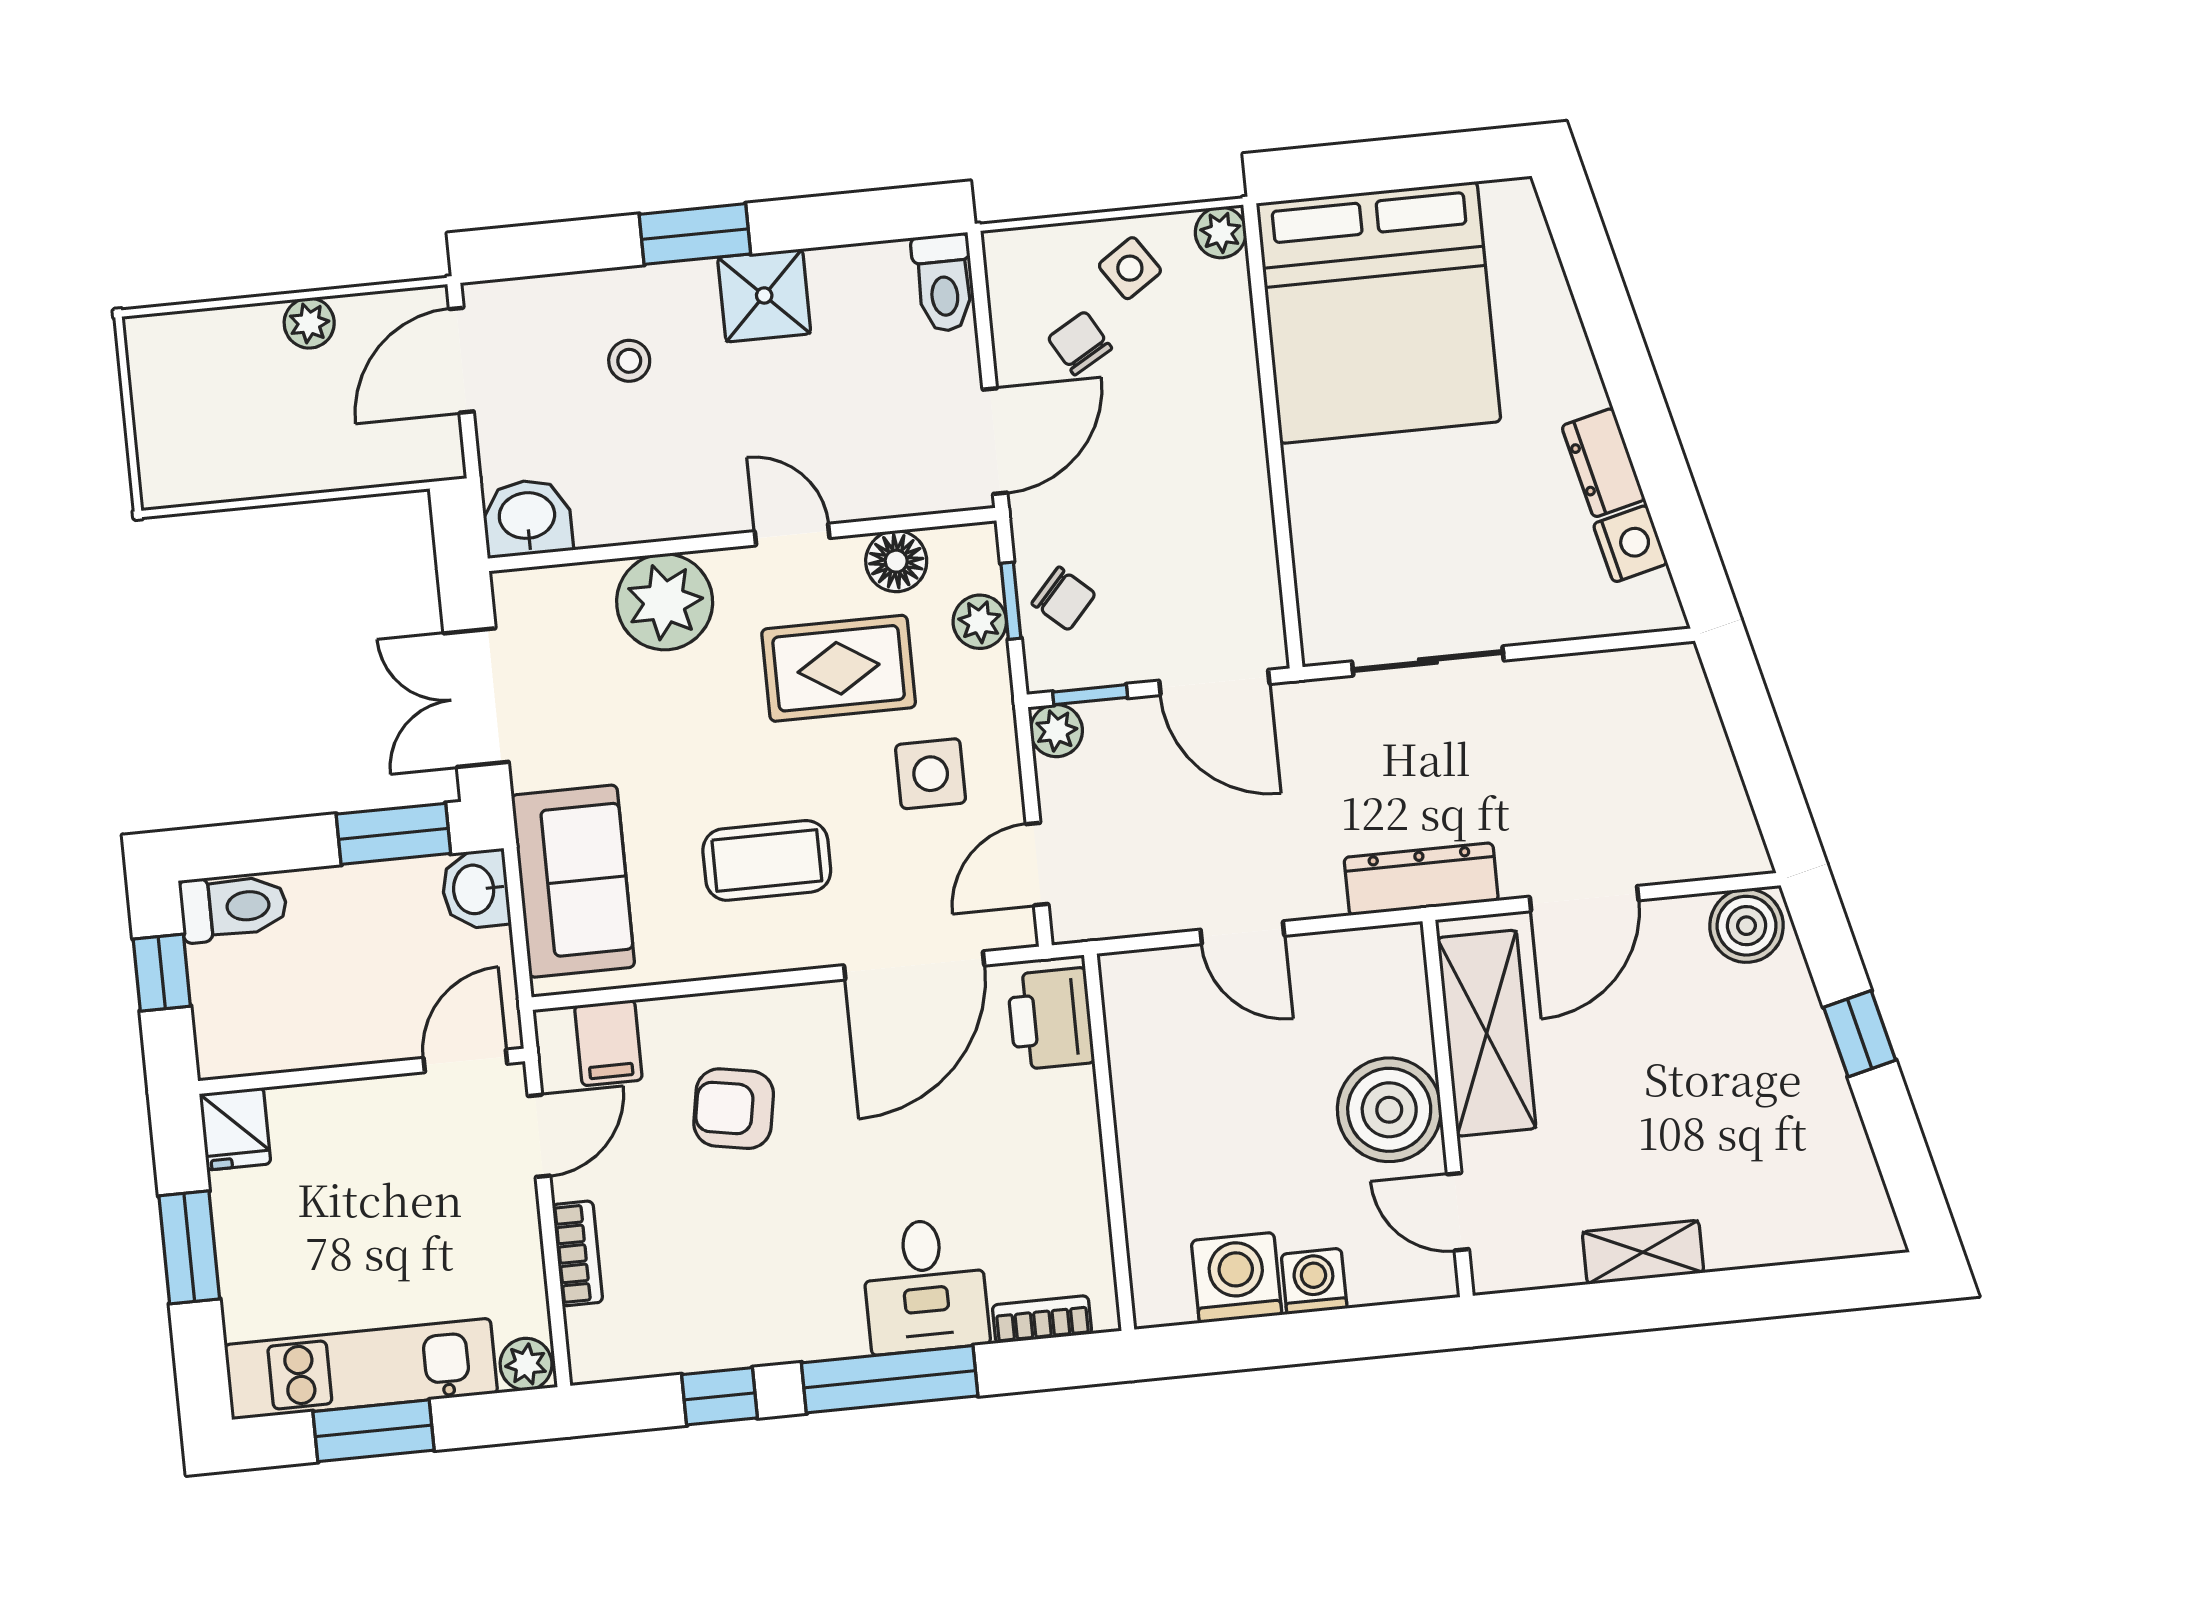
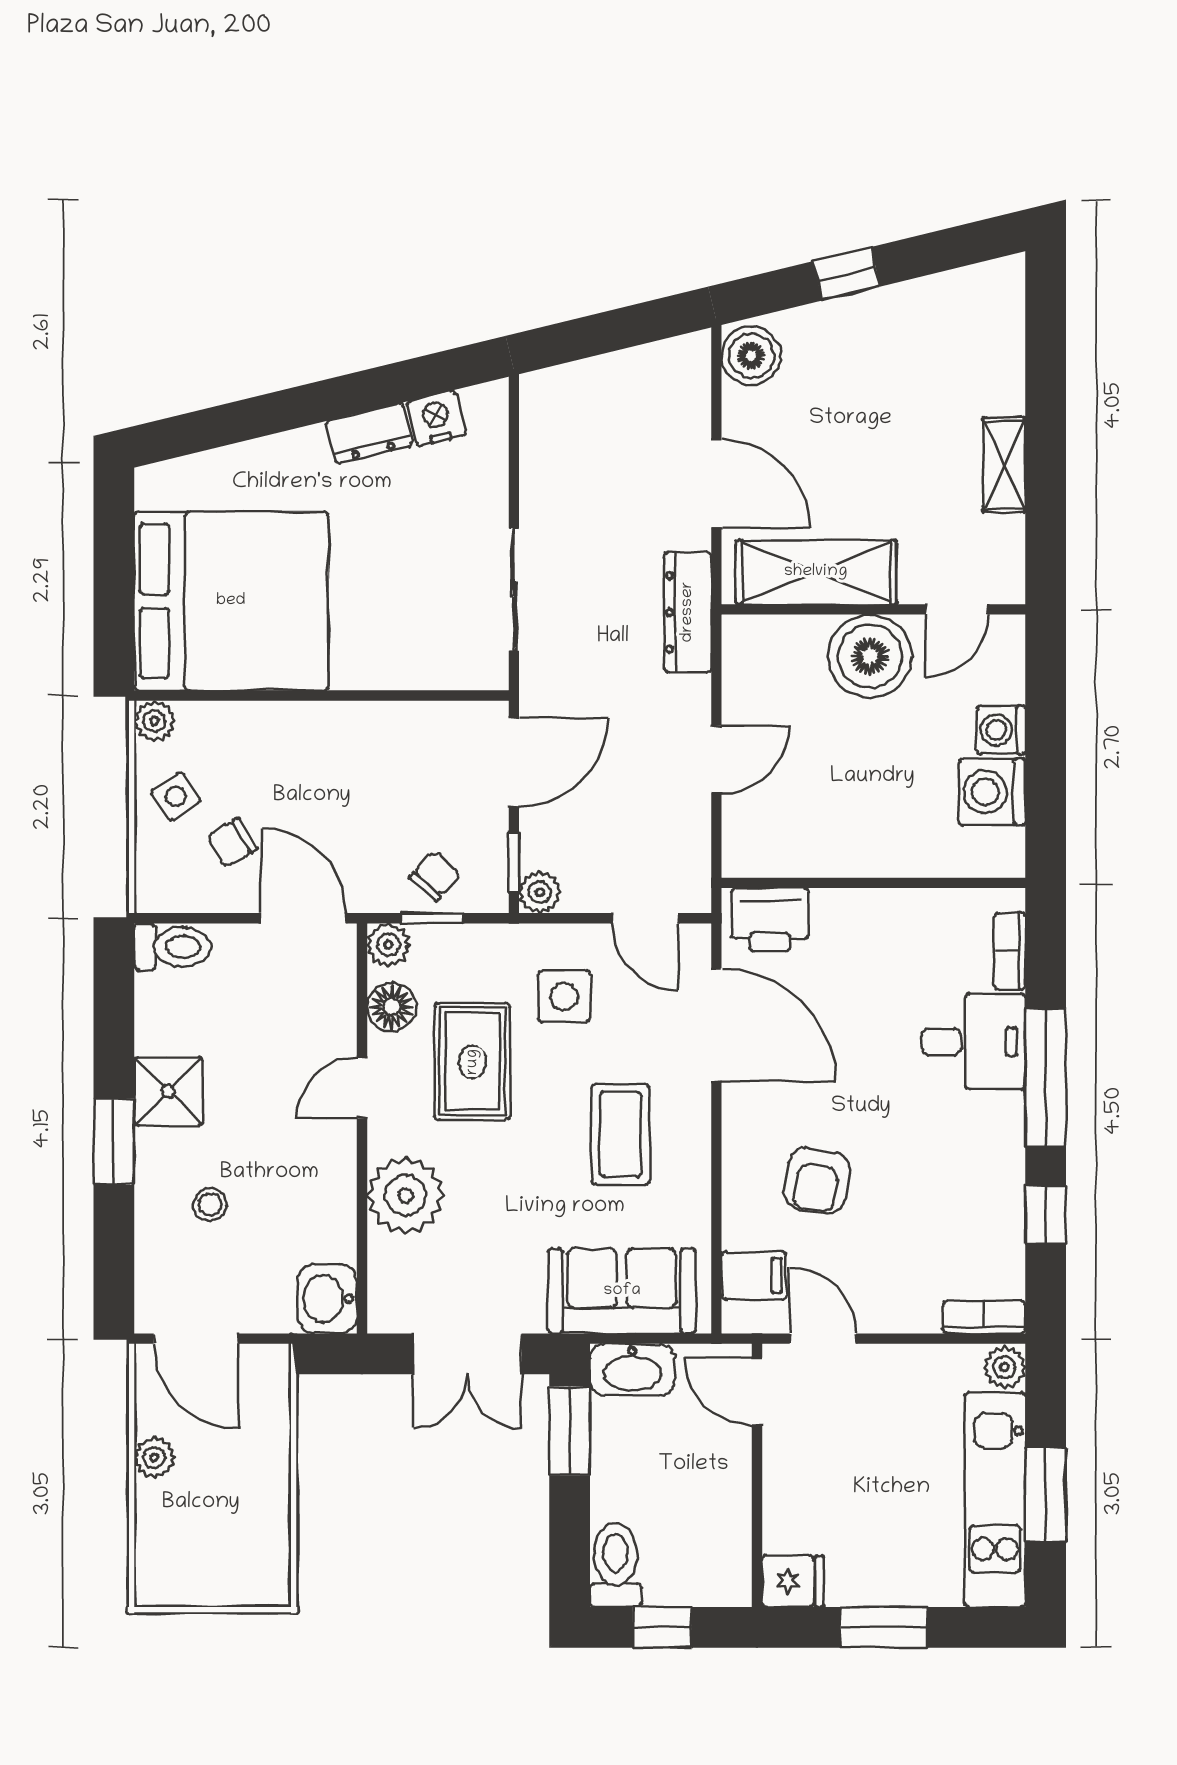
plant: (980, 622) -> (388, 945), moved
washbasin: (476, 889) -> (632, 1370), width x1.38
bookcase: (577, 1253) -> (984, 1317), moved

